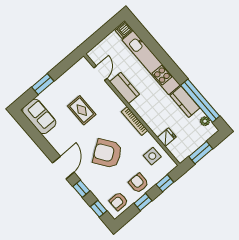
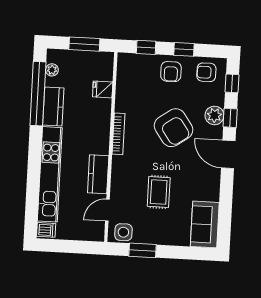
window: (43, 84) -> (143, 250), moved
side table: (152, 156) -> (123, 232), moved
door: (63, 168) -> (228, 154), hinge flipped
plant: (91, 182) -> (214, 115), added
armchair: (119, 201) -> (206, 72), turned 180

